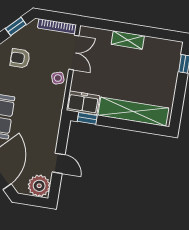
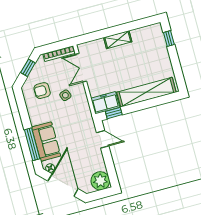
double door: (74, 52) -> (81, 68), swing flipped
side table: (58, 78) -> (65, 95), moved
door: (59, 163) -> (103, 139), moved

